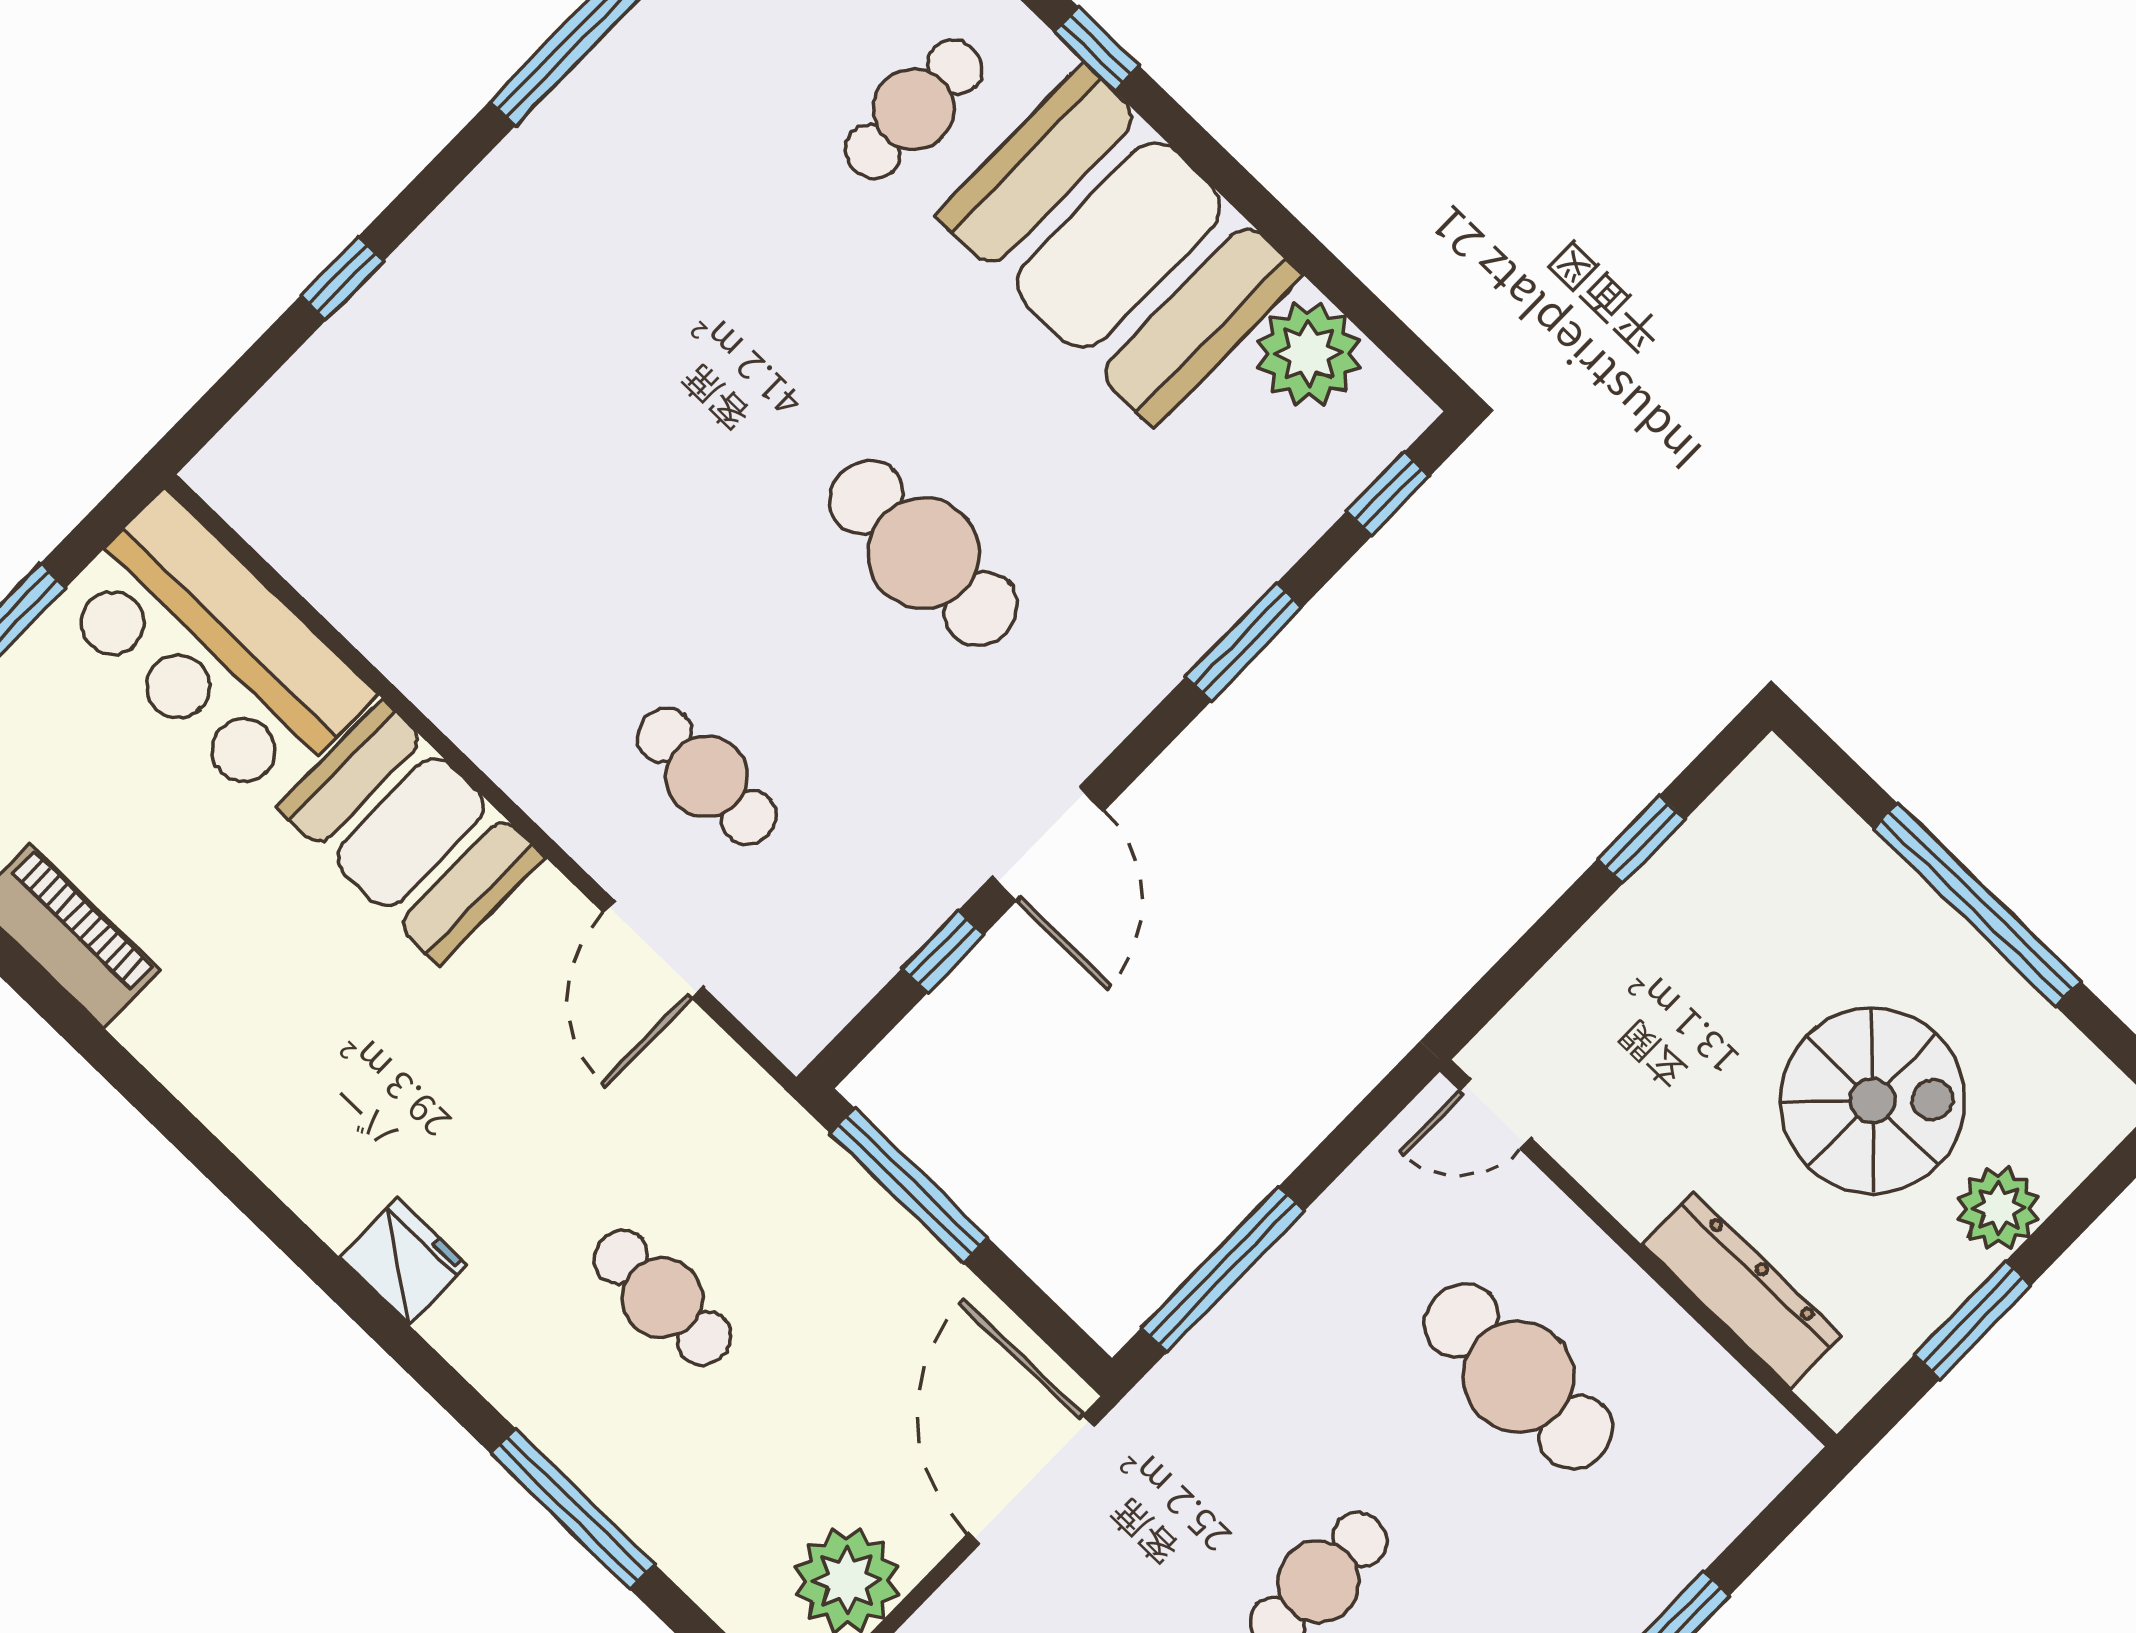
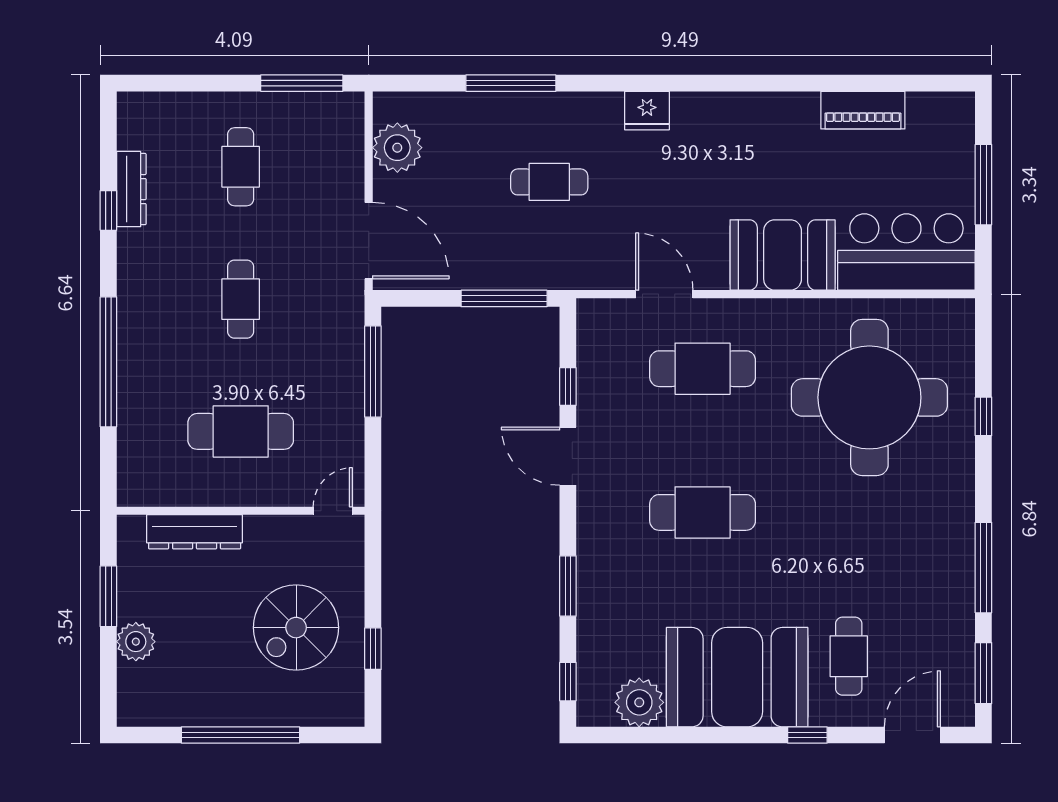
round table: (491, 480) -> (869, 397), added
cafe table: (706, 776) -> (703, 369), width x1.37, depth x1.35
spiral stairs: (1872, 1101) -> (296, 628), moved

